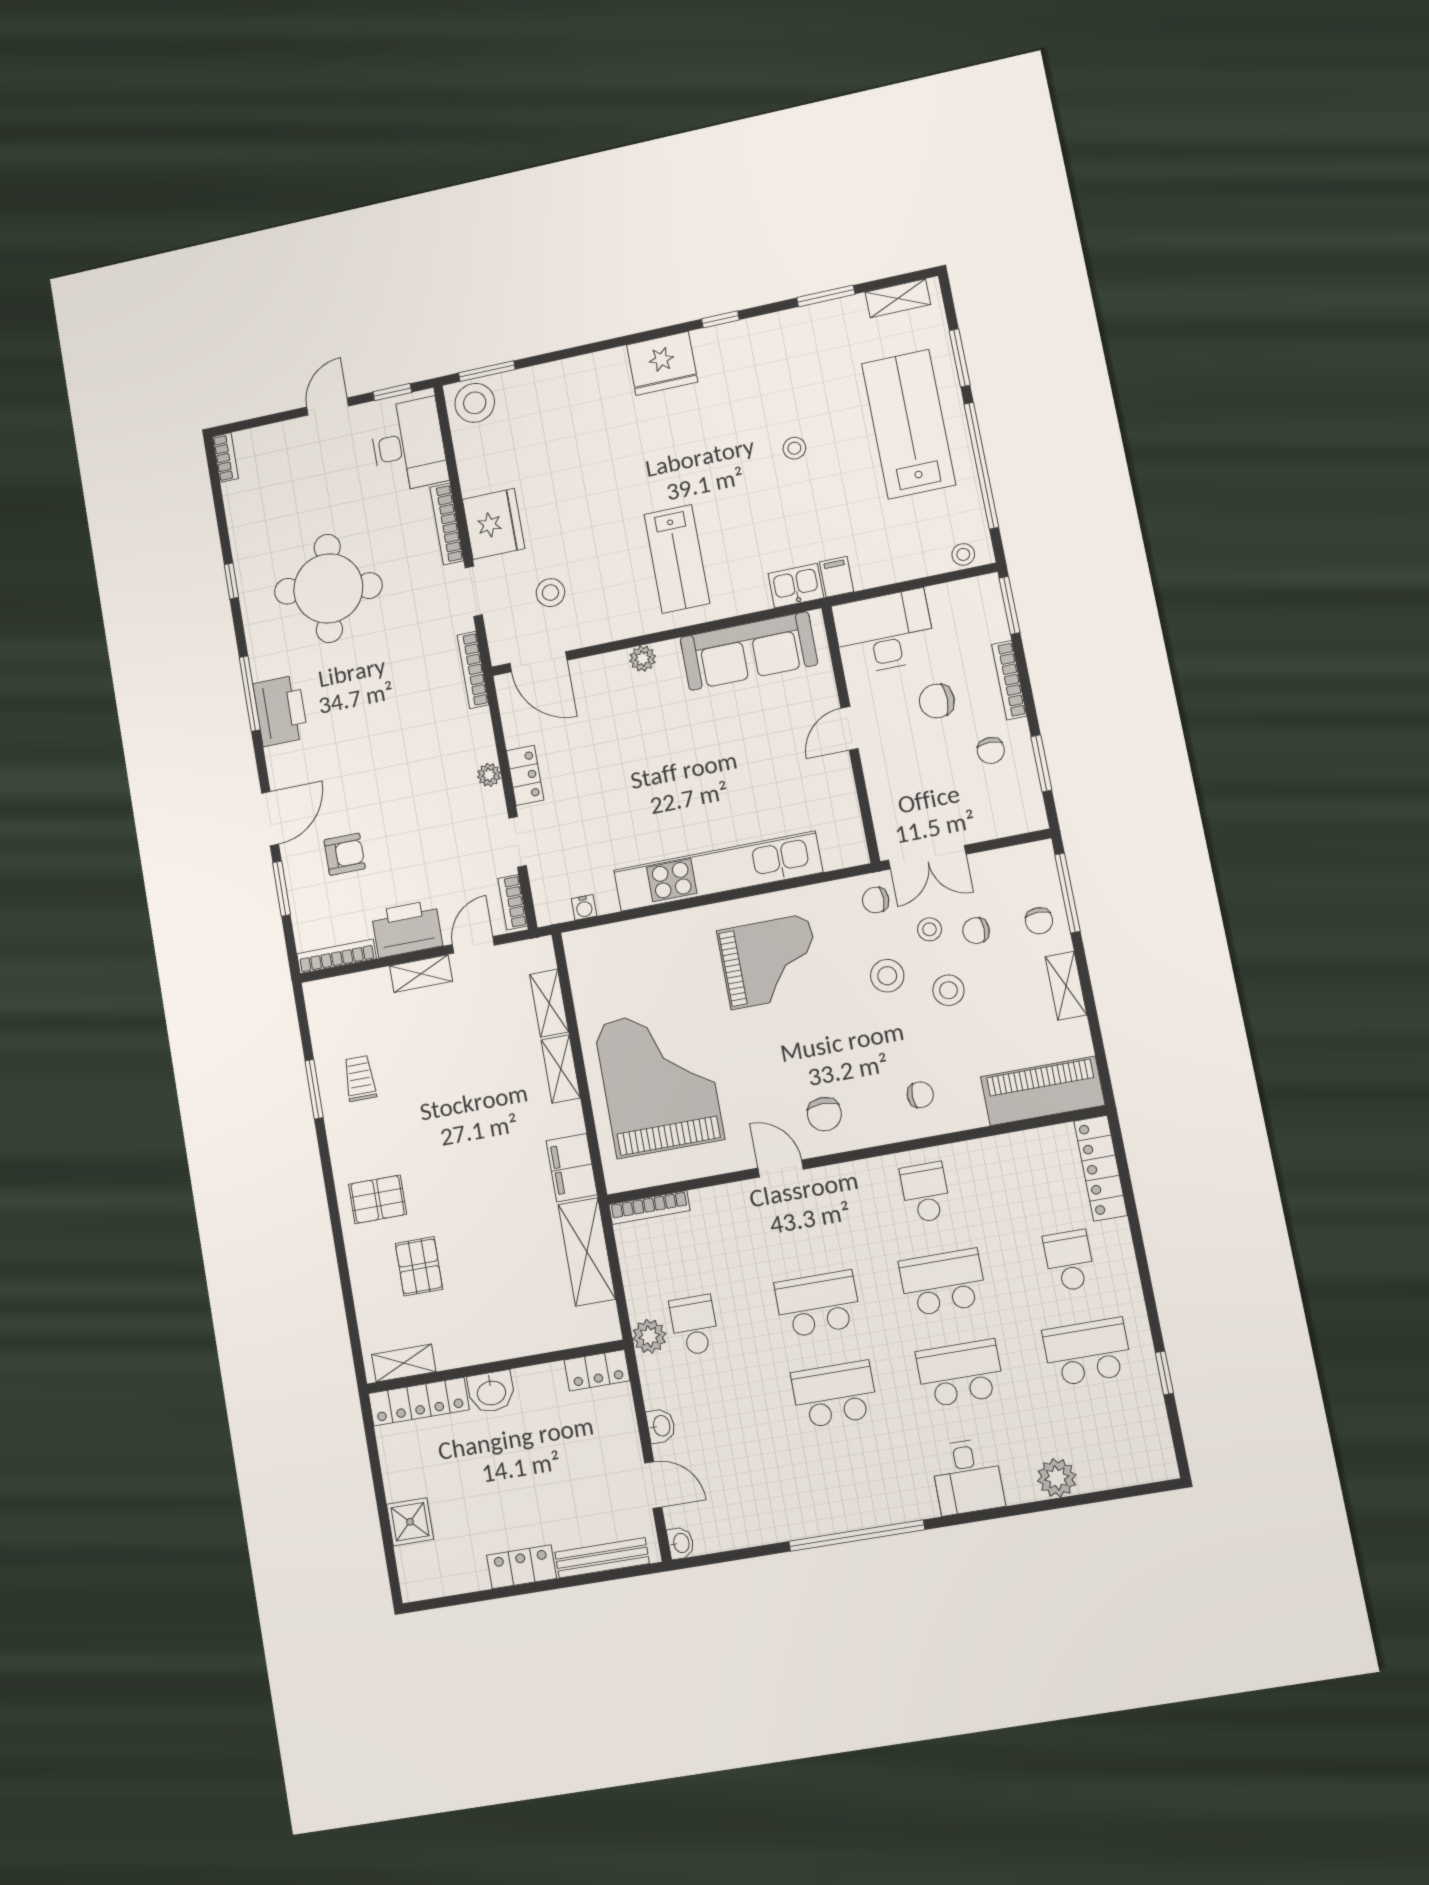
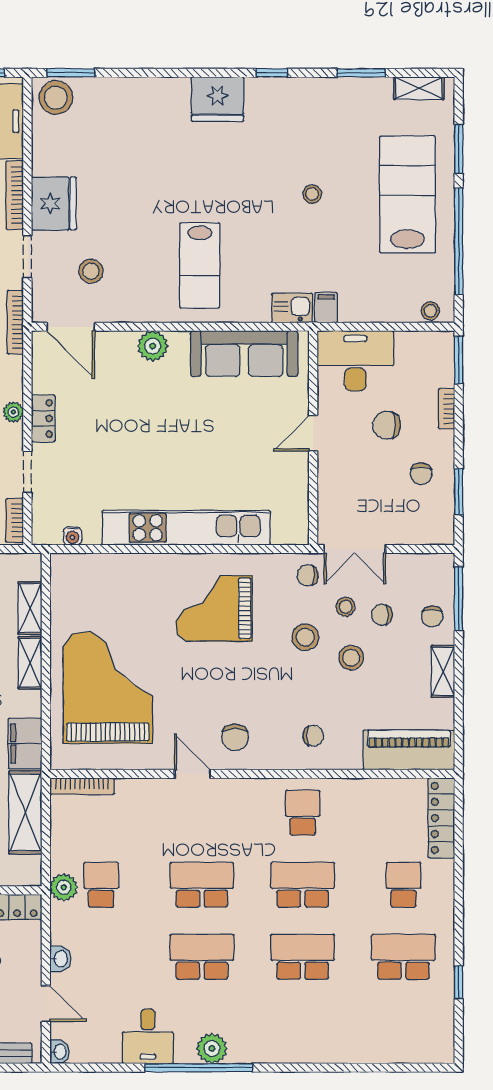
plant: (643, 659) -> (153, 346), width x1.38, depth x1.38
bookcase: (1009, 680) -> (447, 409), width x0.64
grand piano: (770, 962) -> (214, 608), turned 180
desk: (967, 1477) -> (148, 1036), moved
plant: (1057, 1478) -> (212, 1048), moved

